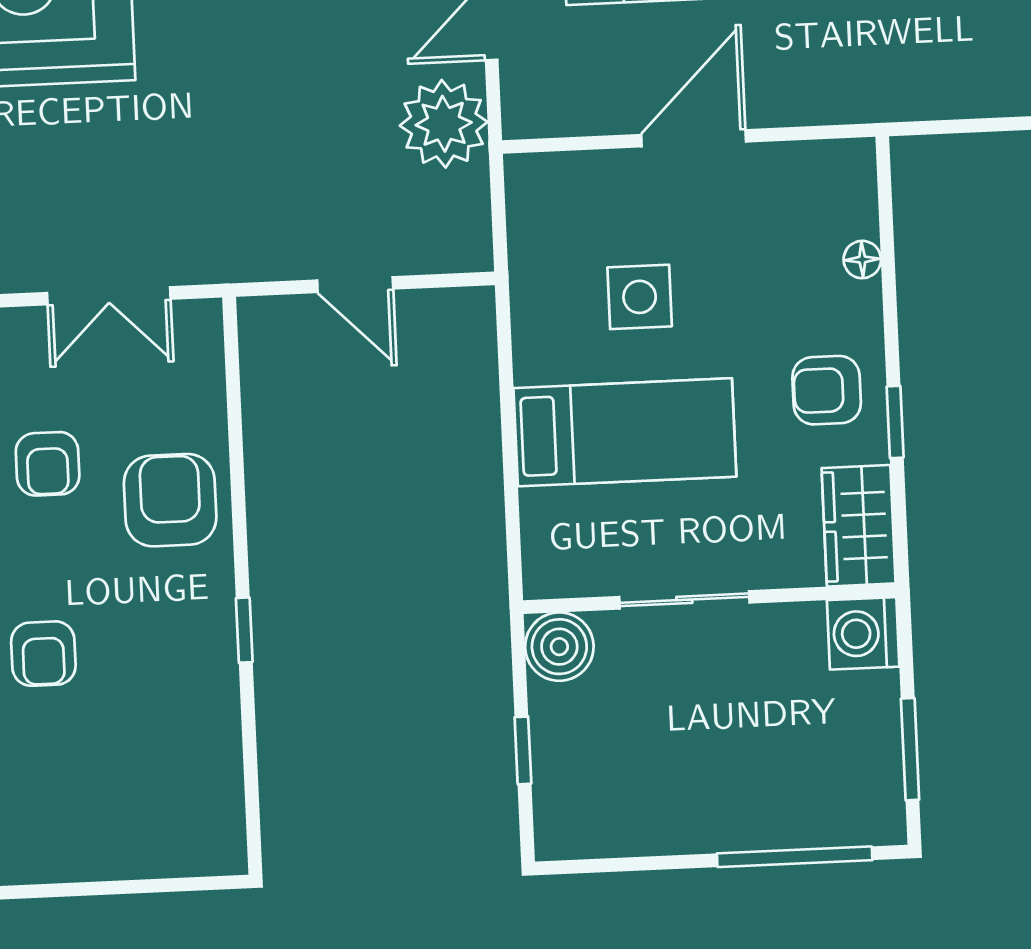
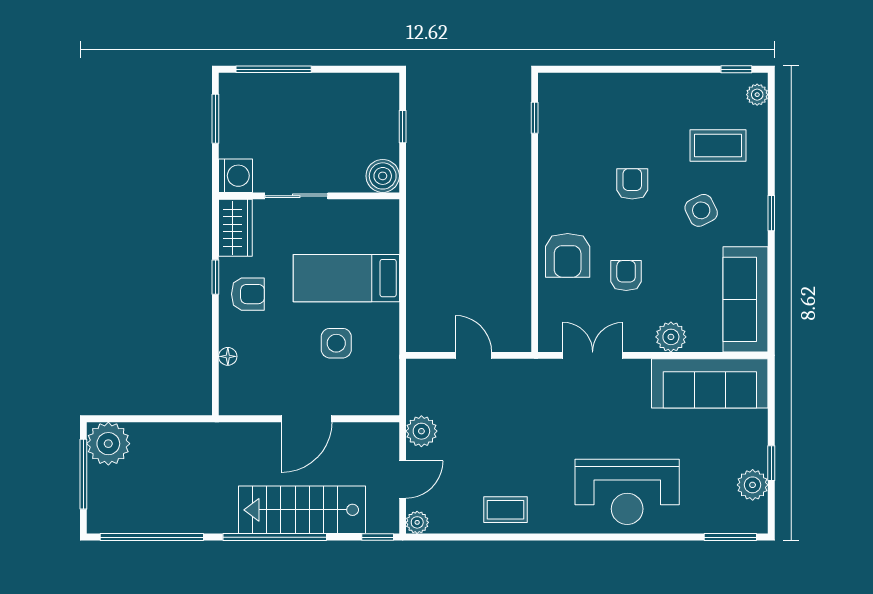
plant: (444, 124) -> (421, 431), width x0.73, depth x0.73
sliding door: (684, 600) -> (296, 196), moved
window: (244, 630) -> (535, 118), moved

